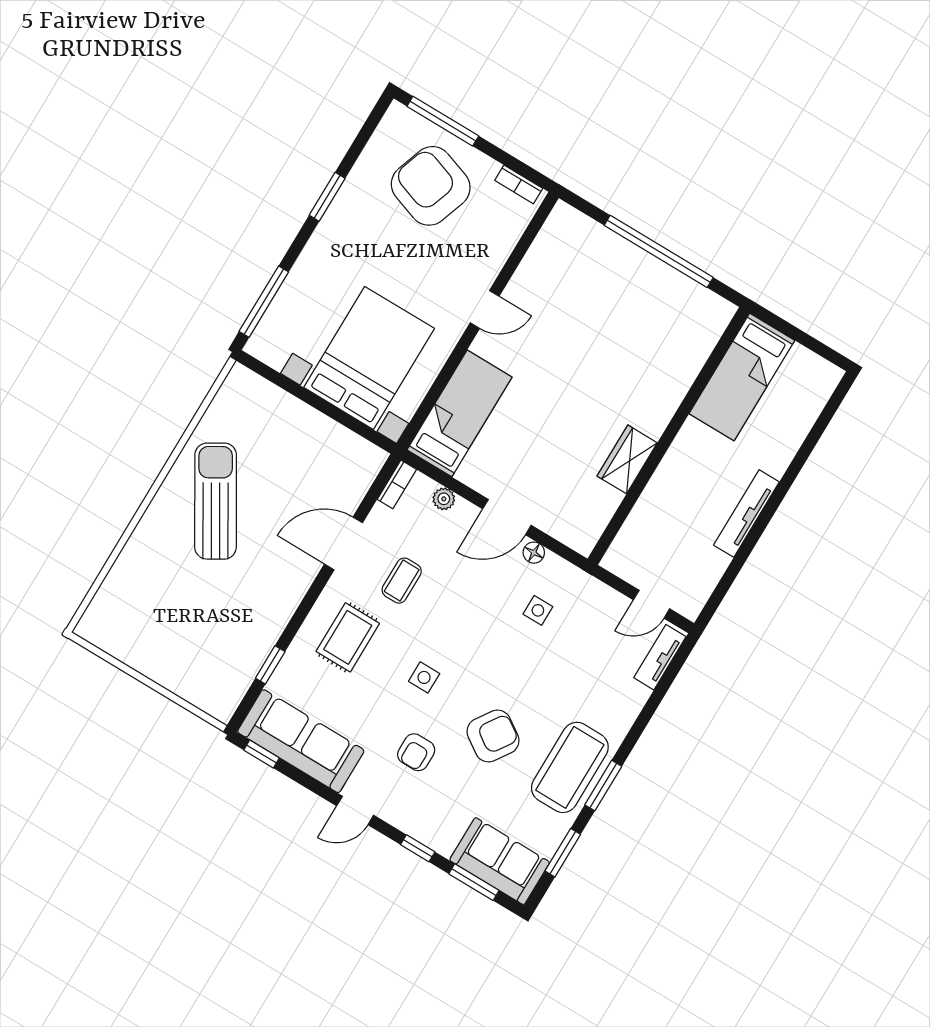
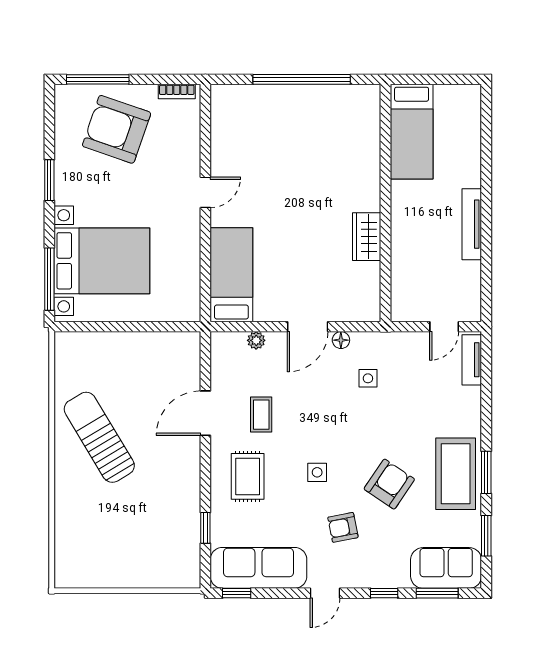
bed with nightstands: (369, 358) -> (102, 261), moved, turned 90
bookcase: (397, 484) -> (218, 350), removed
armchair: (416, 752) -> (343, 527), turned 79

